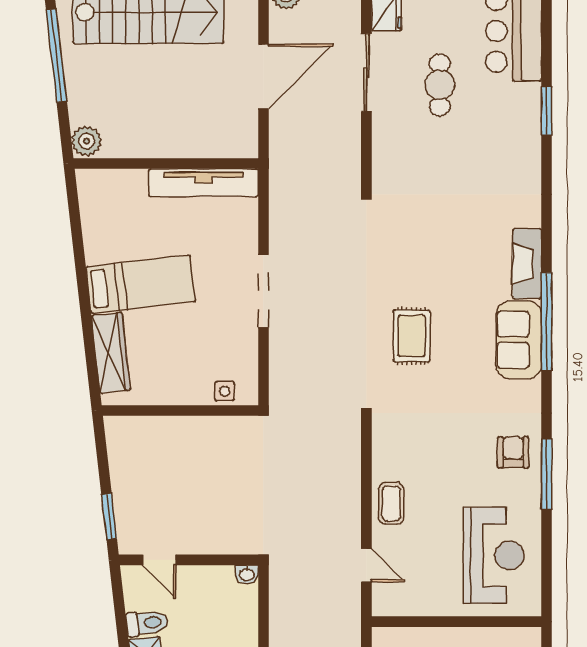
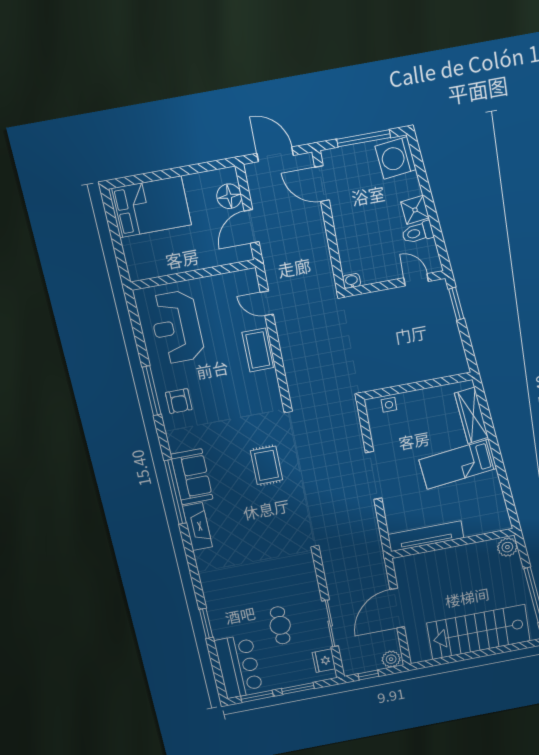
coffee table: (391, 503) -> (258, 350), width x1.36, depth x1.30

